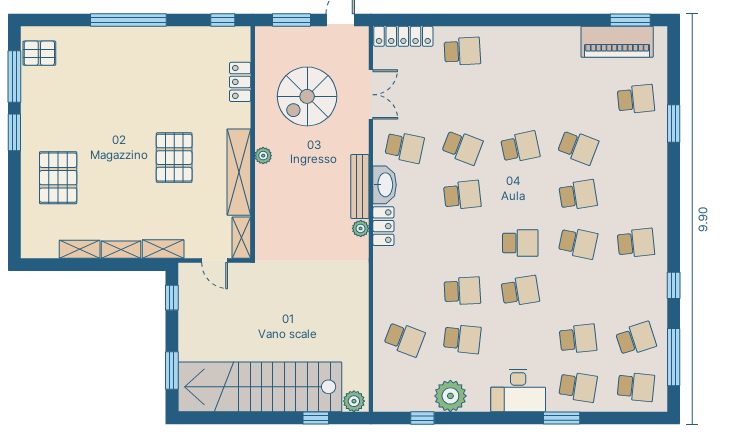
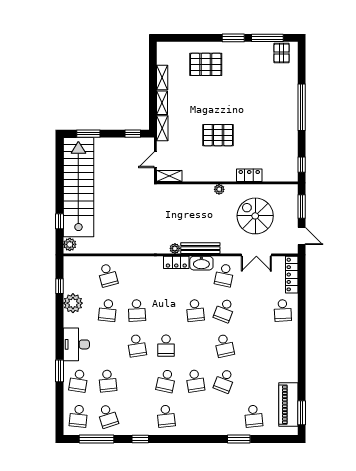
locker: (240, 82) -> (249, 175), moved
shelving: (239, 172) -> (209, 174), removed
school desk: (404, 339) -> (108, 275), turned -36

